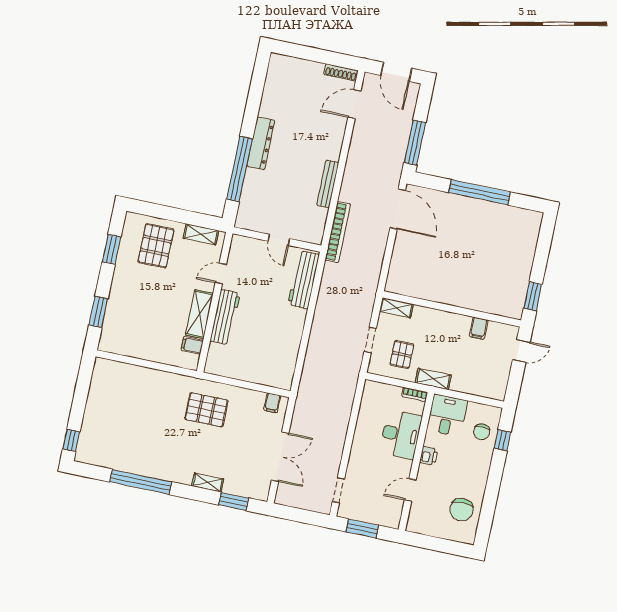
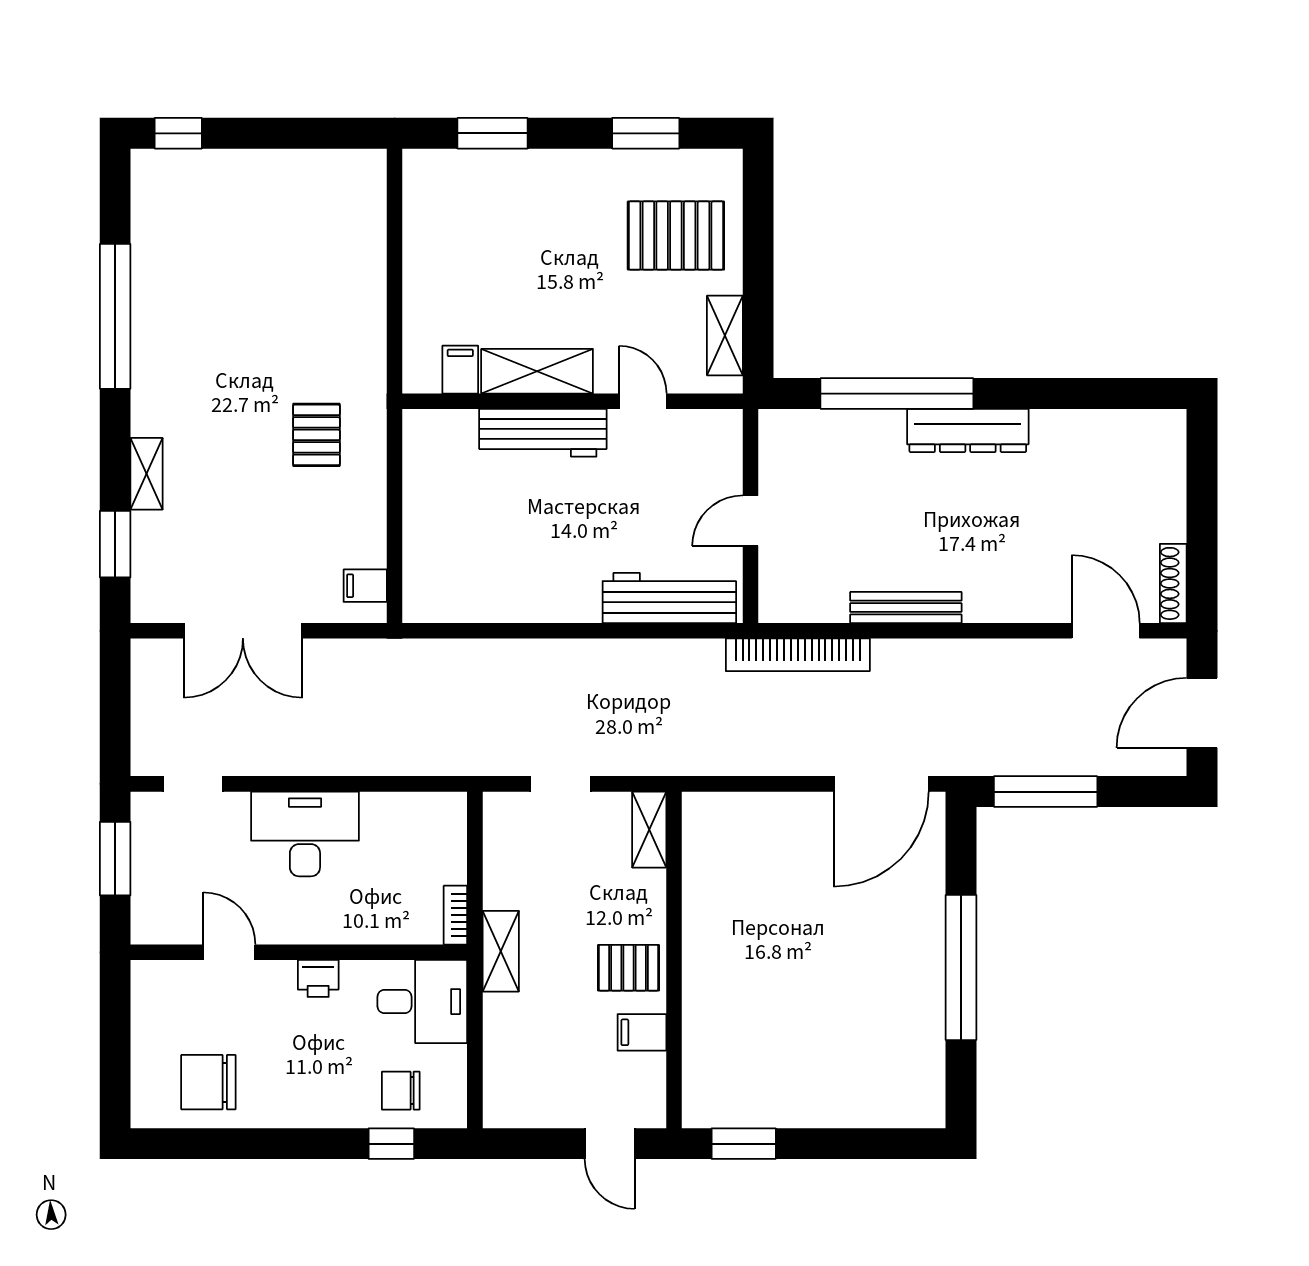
pallet: (402, 354) -> (628, 968), moved
pallet: (206, 410) -> (316, 435), width x0.67, depth x0.71
desk: (401, 435) -> (305, 834), moved, turned 180

